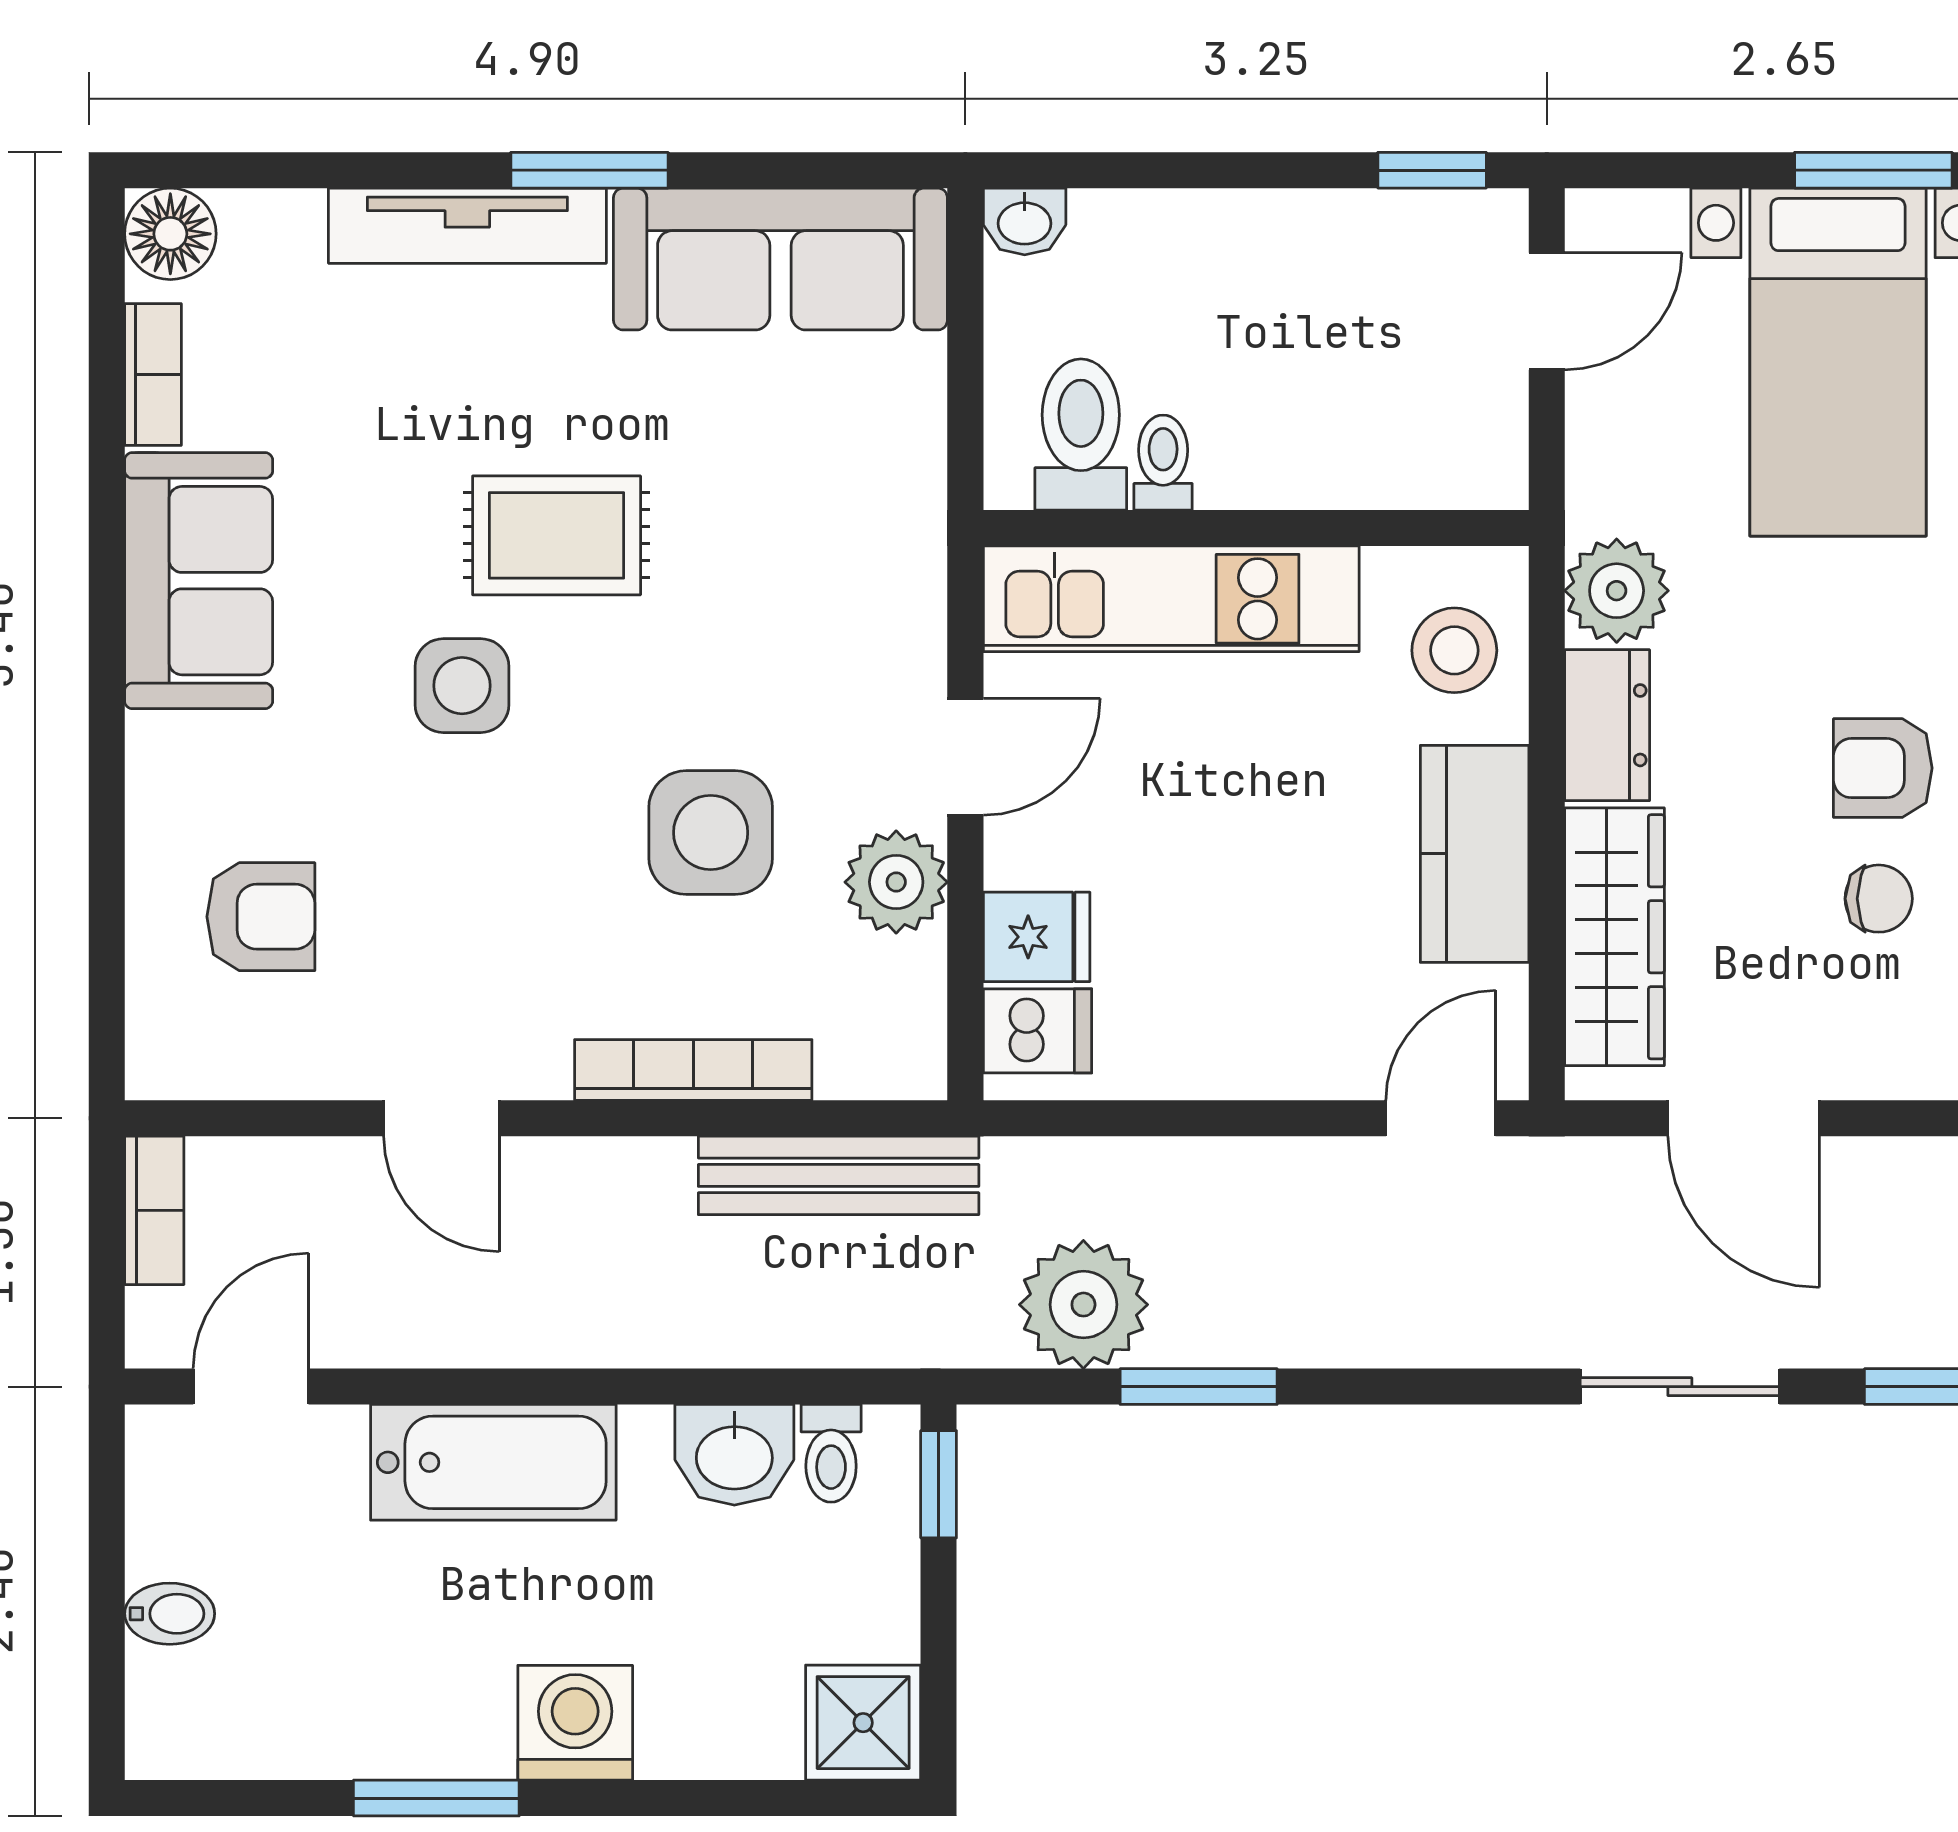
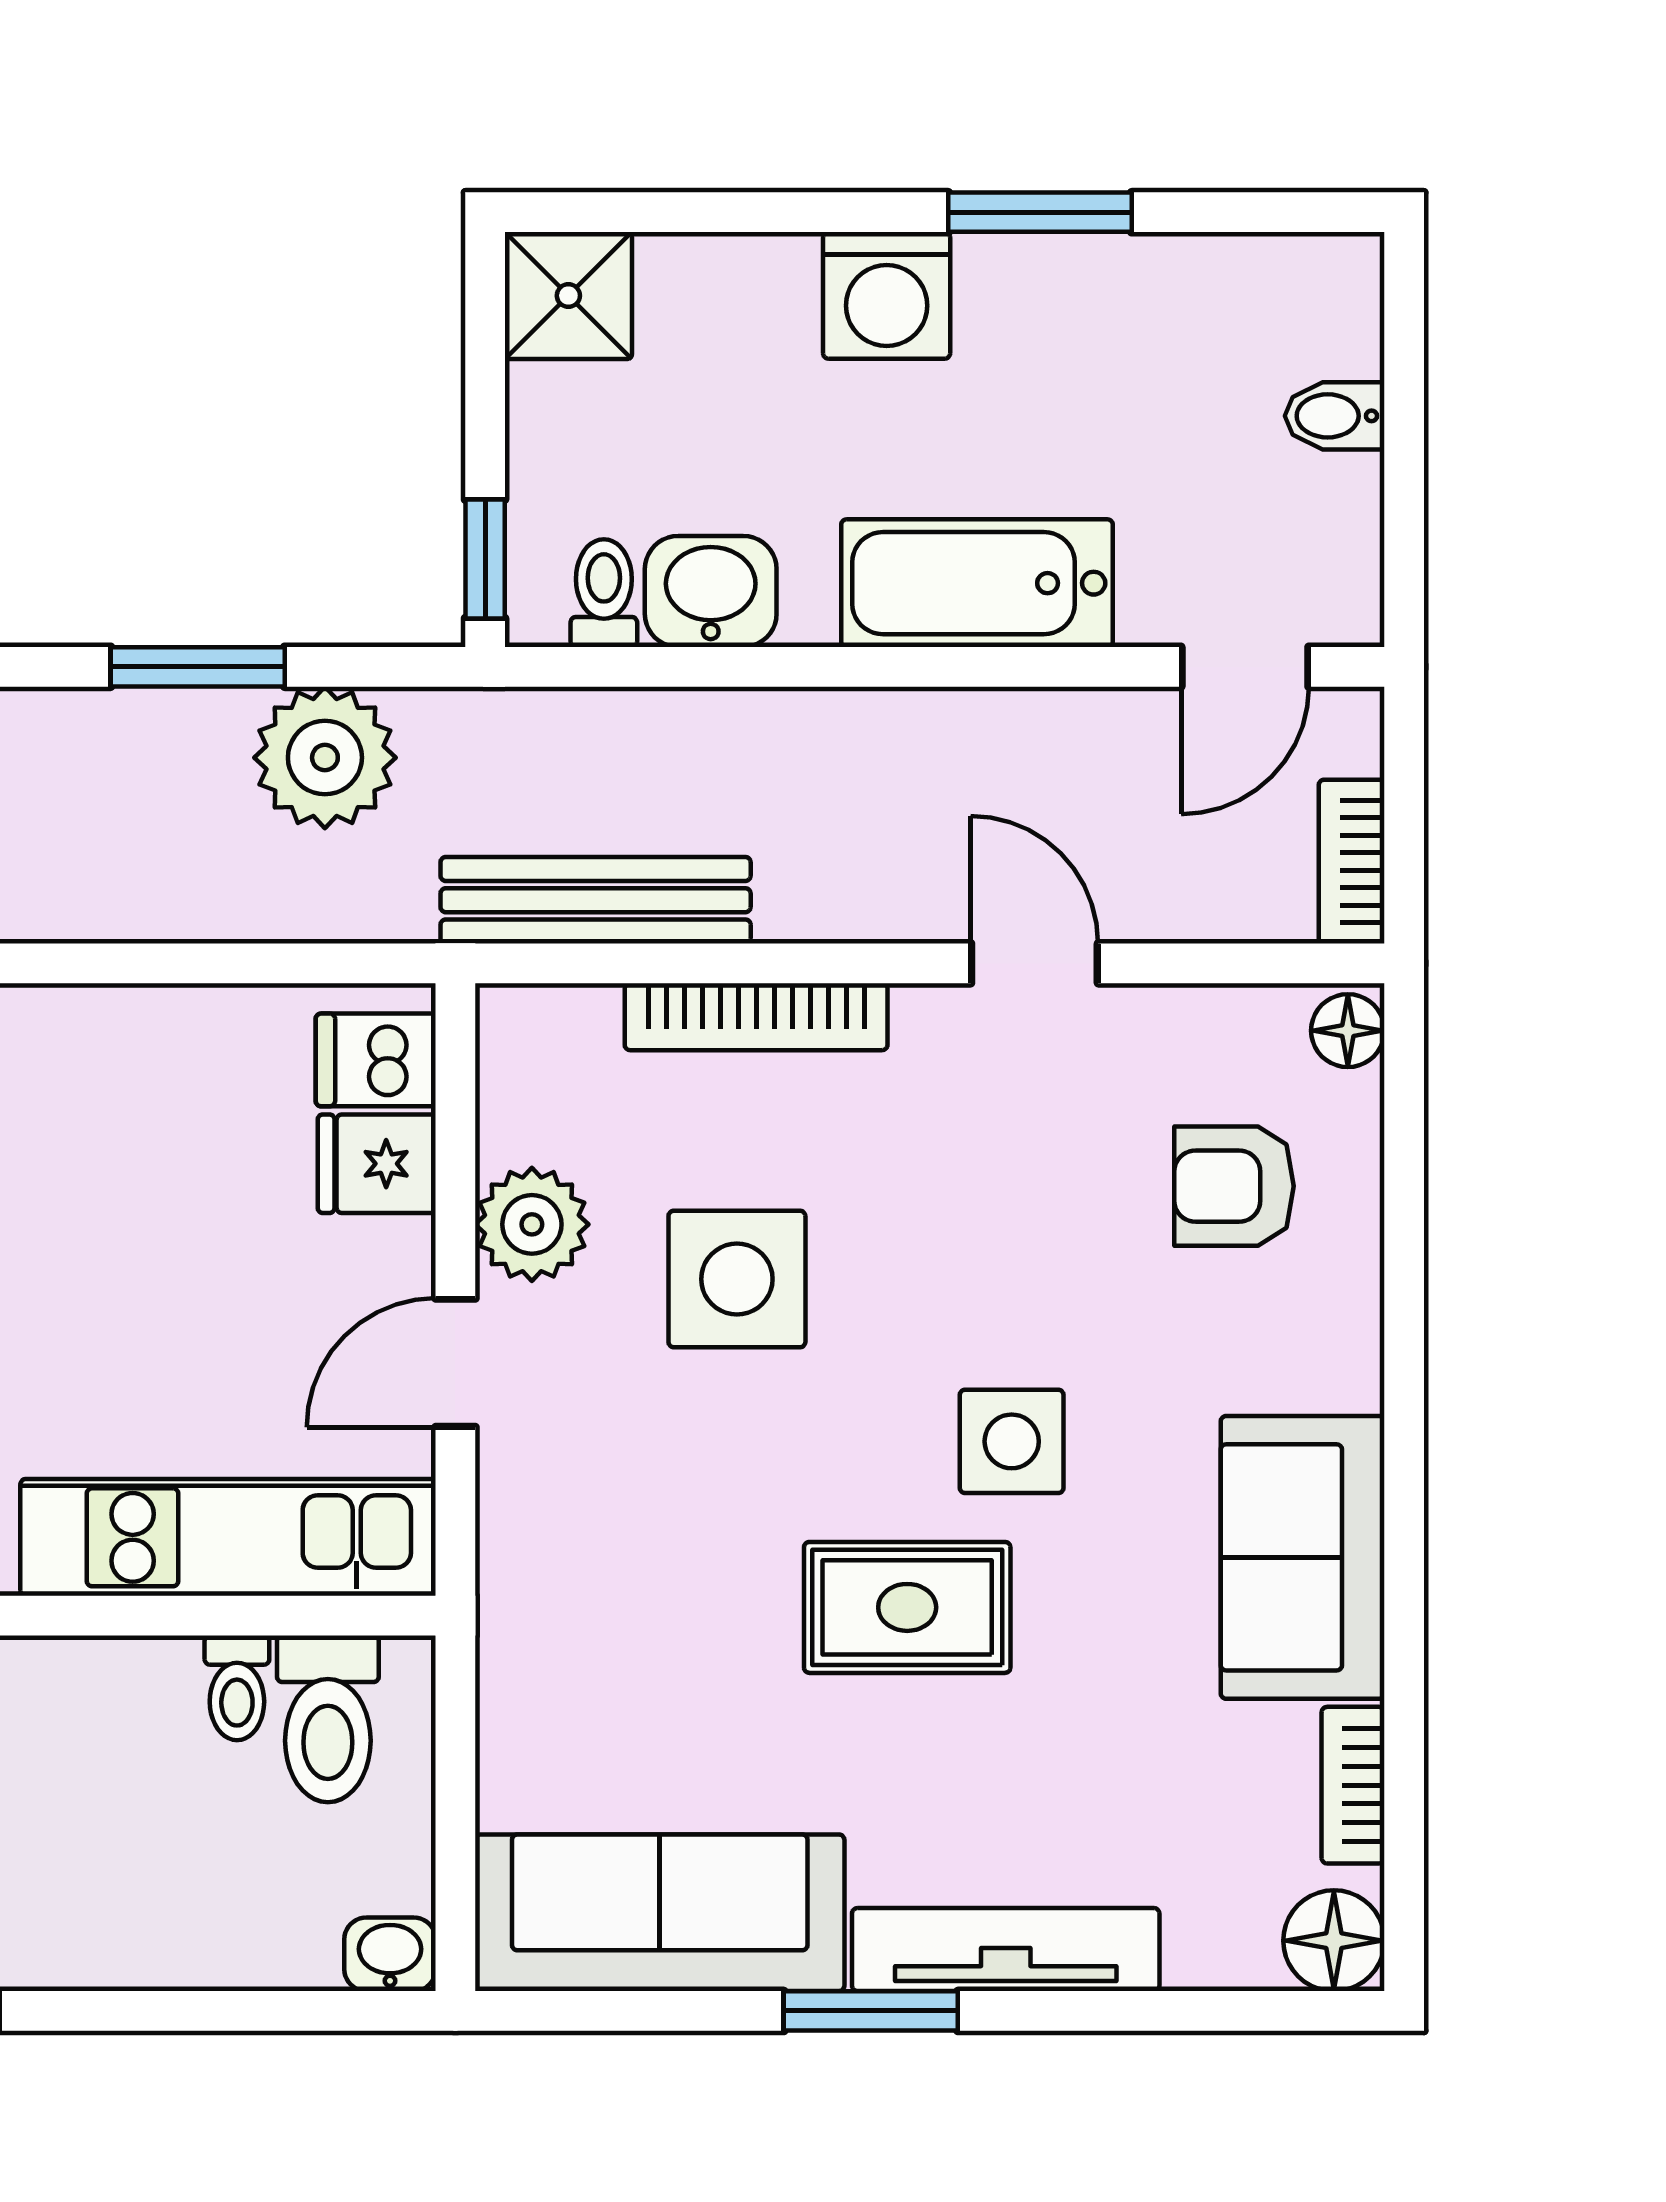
floor lamp: (158, 1057) -> (1348, 1031), added

